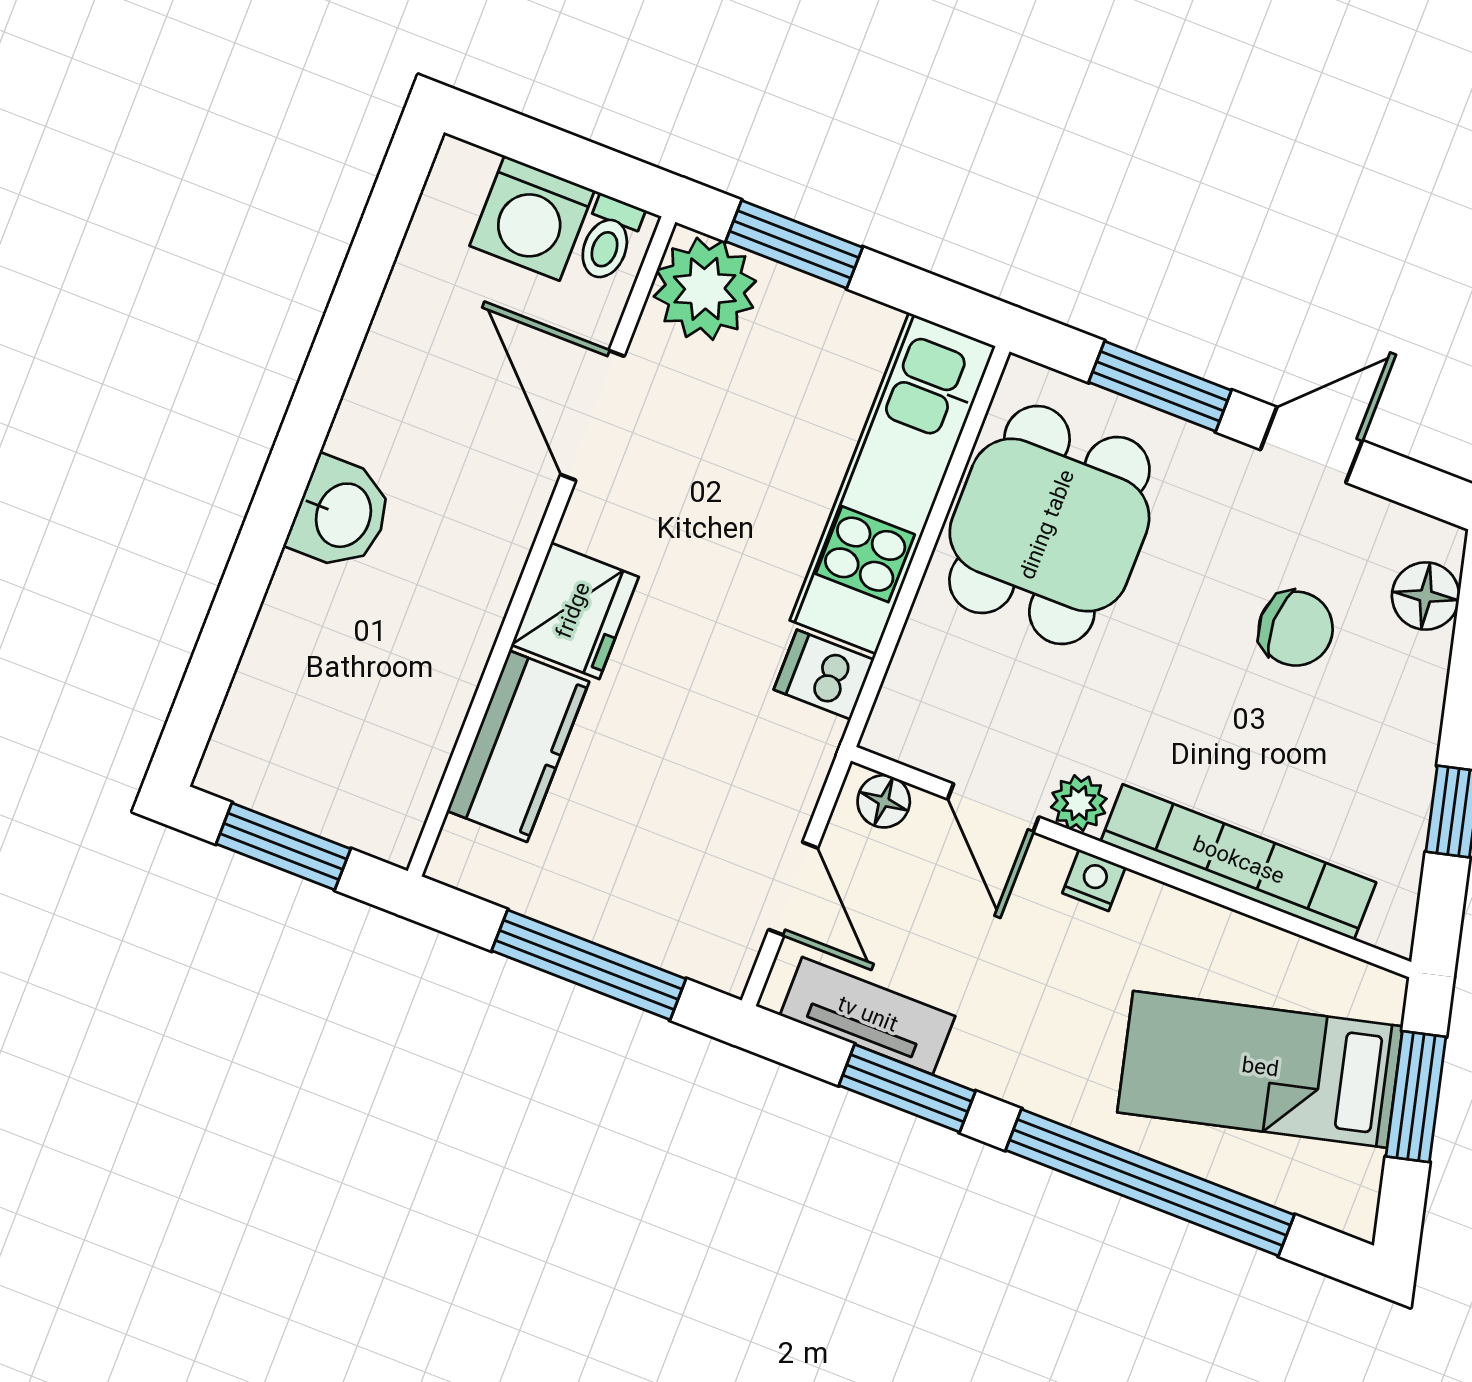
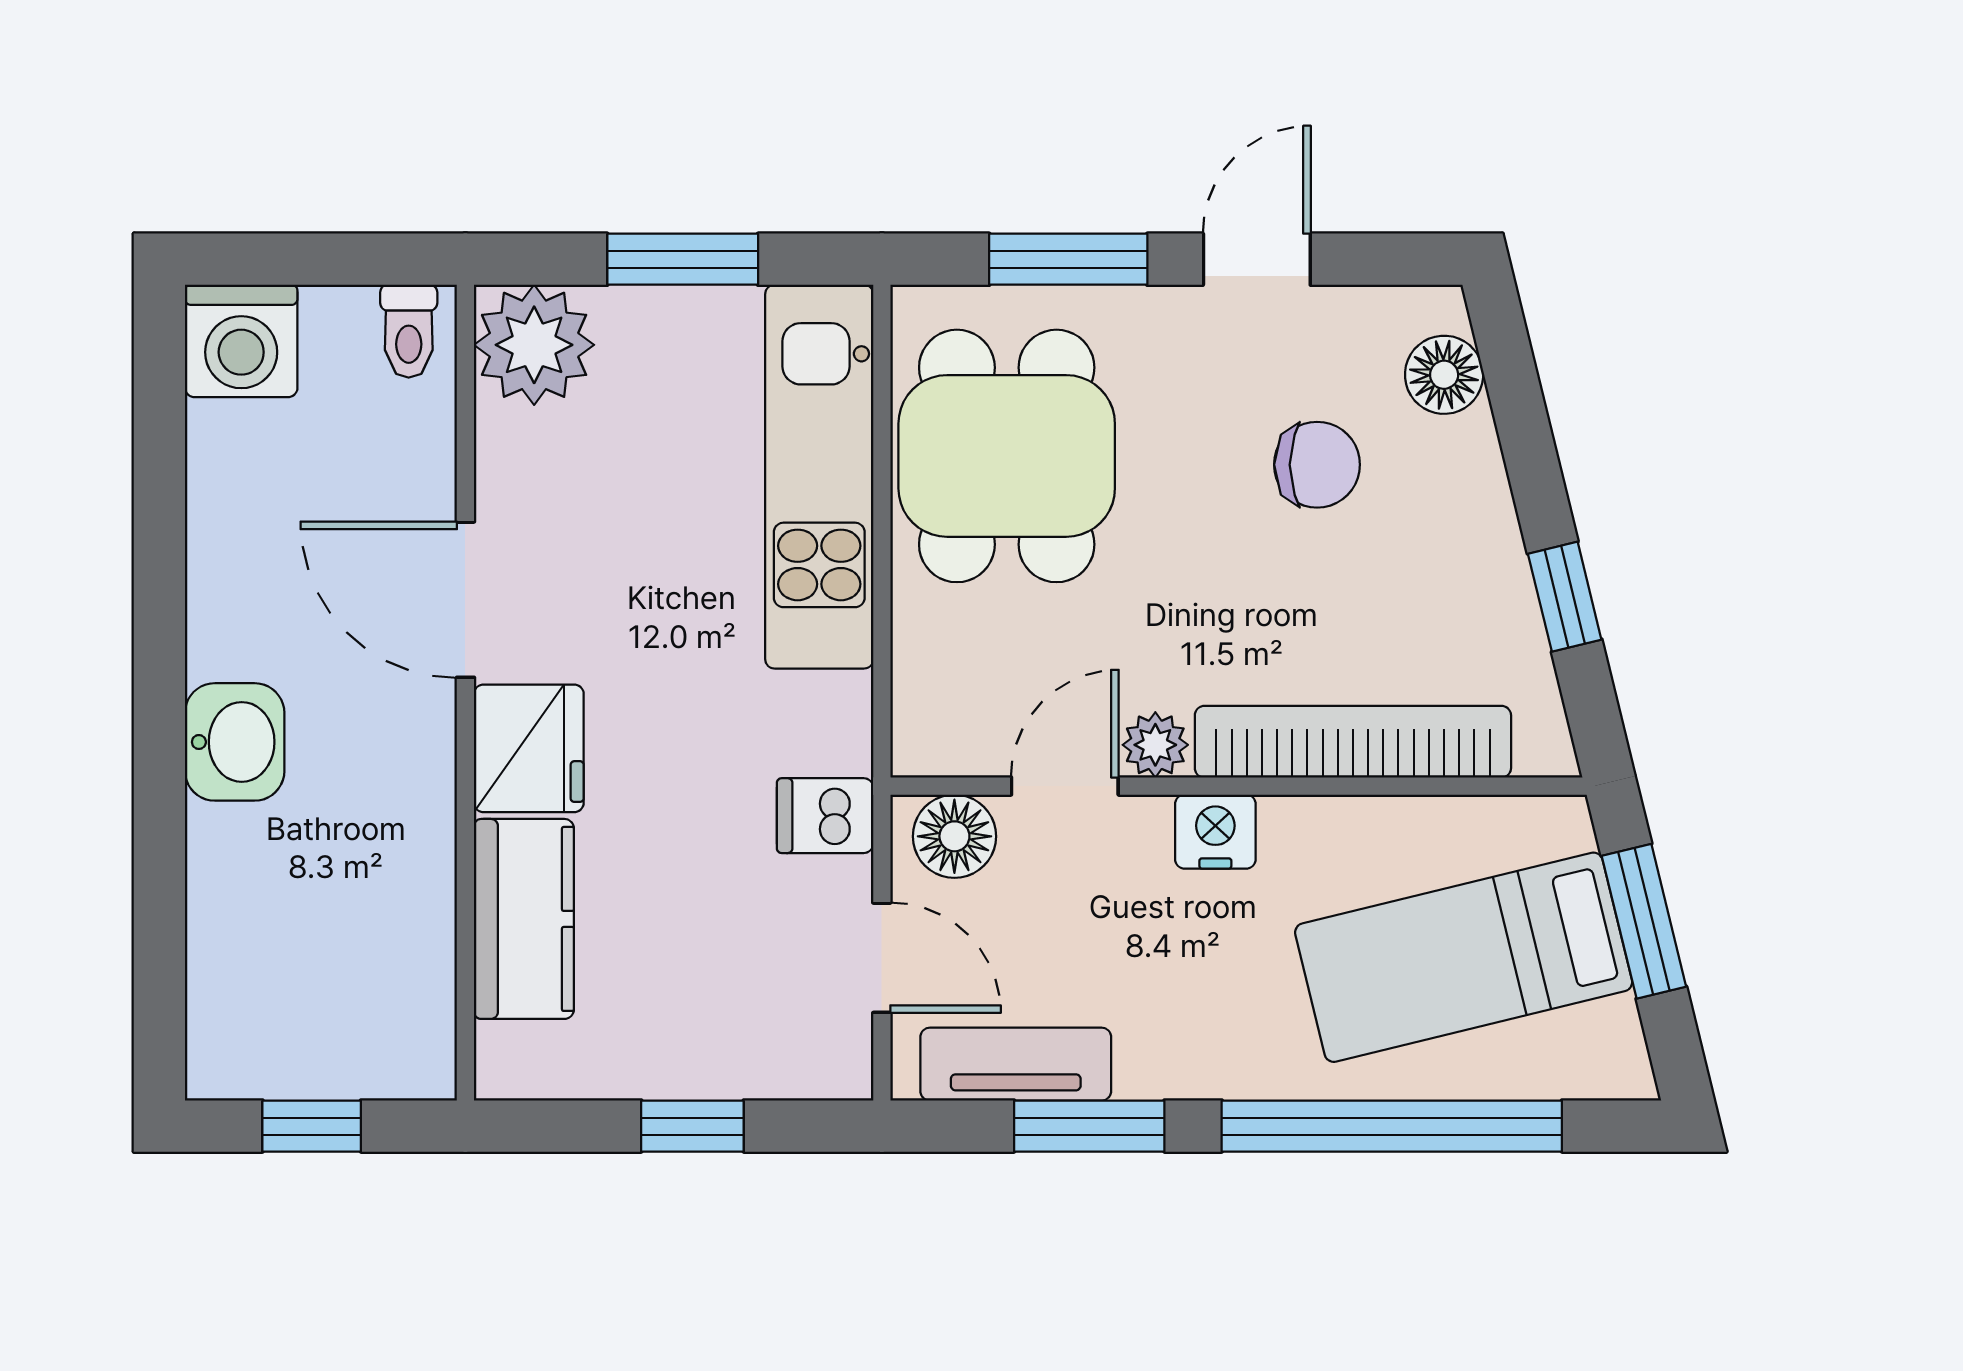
washing machine: (532, 218) -> (241, 341), moved
window: (794, 244) -> (683, 259), moved
door: (592, 415) -> (465, 600), moved
dishwasher: (824, 675) -> (825, 816), moved
floor lamp: (884, 801) -> (954, 836), width x1.37, depth x1.37
door: (993, 808) -> (1065, 786), swing flipped
window: (283, 846) -> (312, 1126), width x0.67
nightstand: (1094, 880) -> (1215, 832), width x1.39, depth x1.35
window: (589, 965) -> (692, 1126), width x0.46

